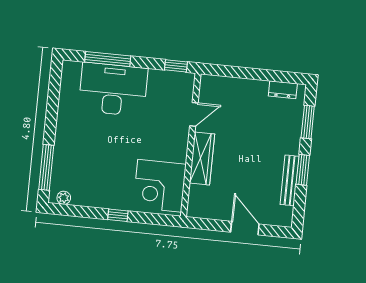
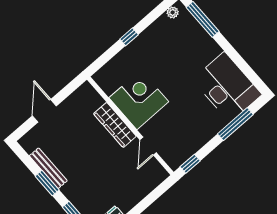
desk: (113, 89) -> (227, 87), moved, turned -90
corner desk: (160, 186) -> (139, 100), moved
door: (245, 228) -> (44, 111), swing flipped

